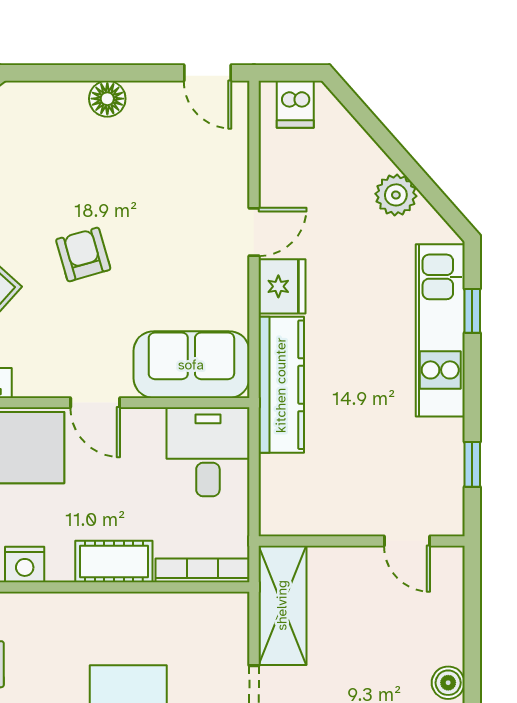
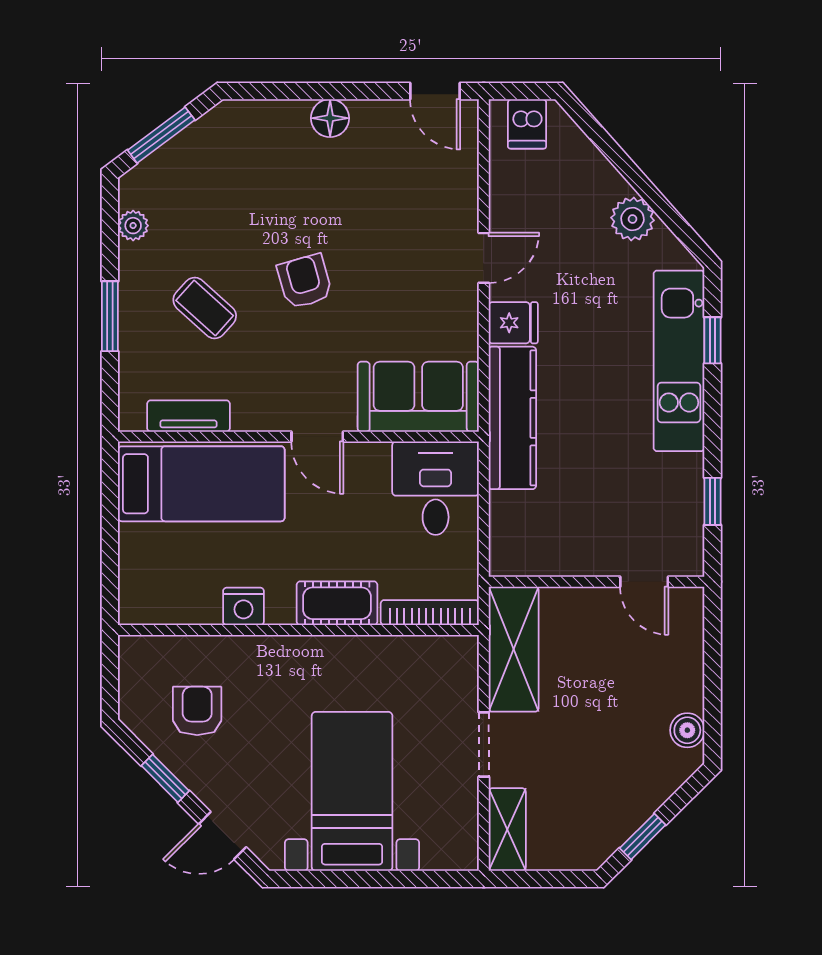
fridge: (282, 286) -> (513, 323), width x0.72

